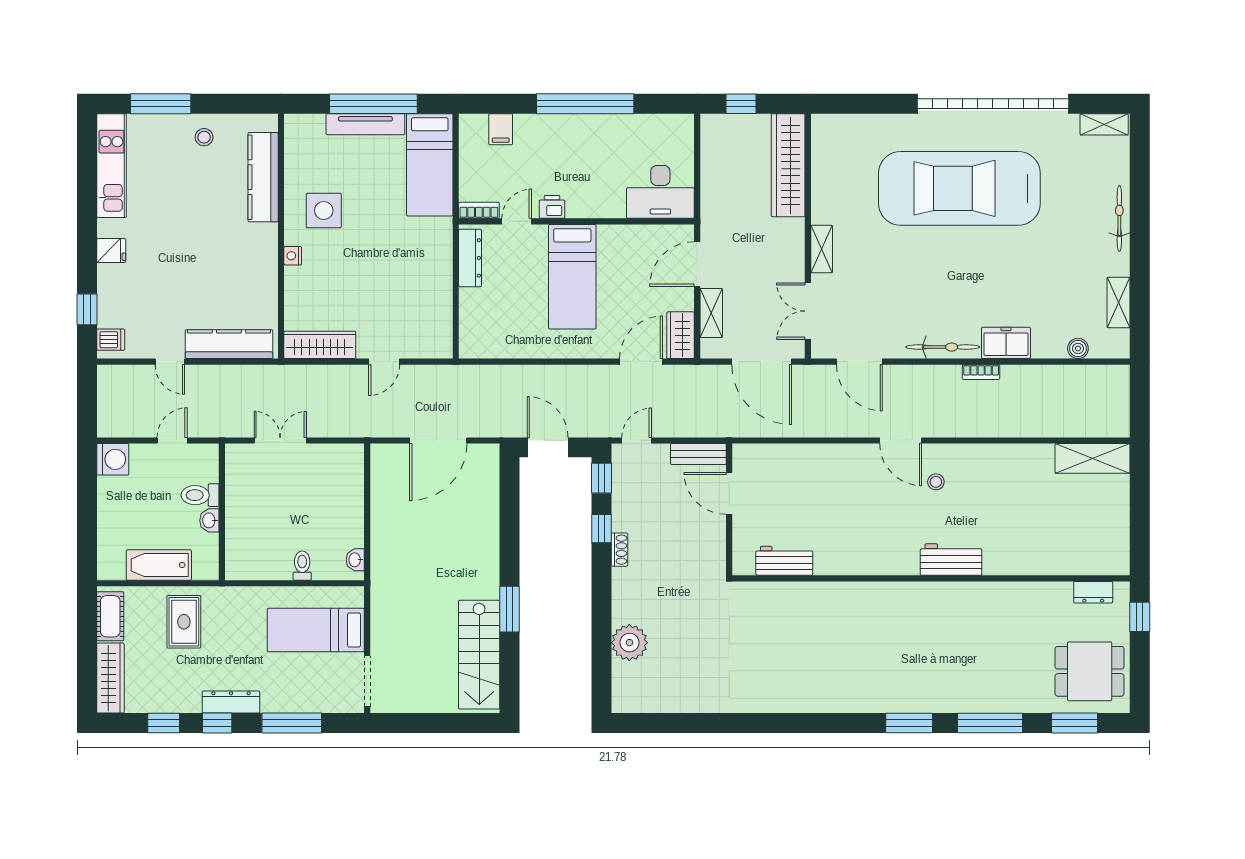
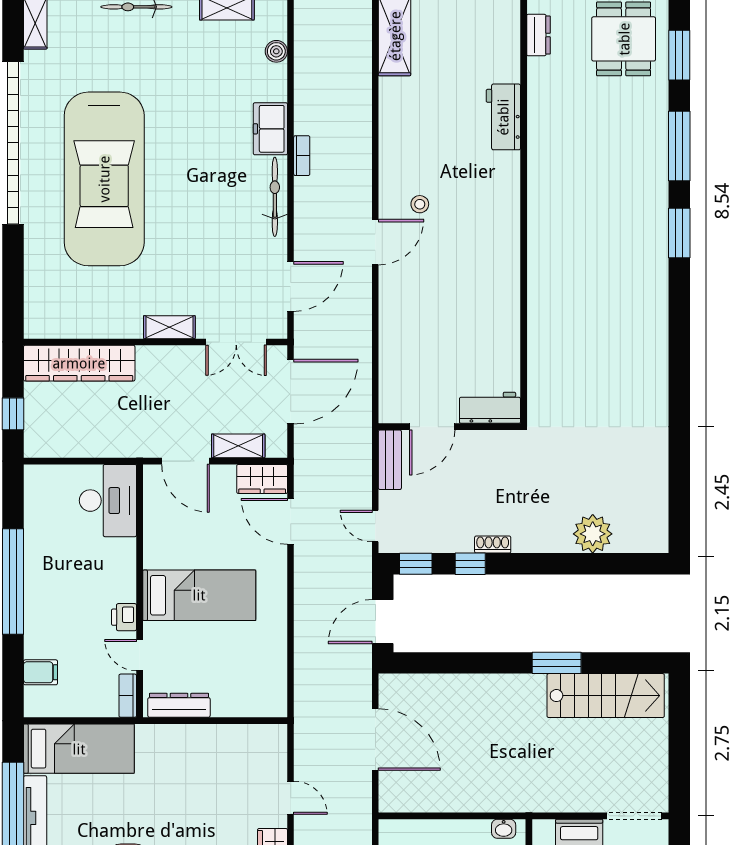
workbench: (951, 560) -> (503, 117), moved
workbench: (784, 561) -> (490, 408), moved, turned 90

